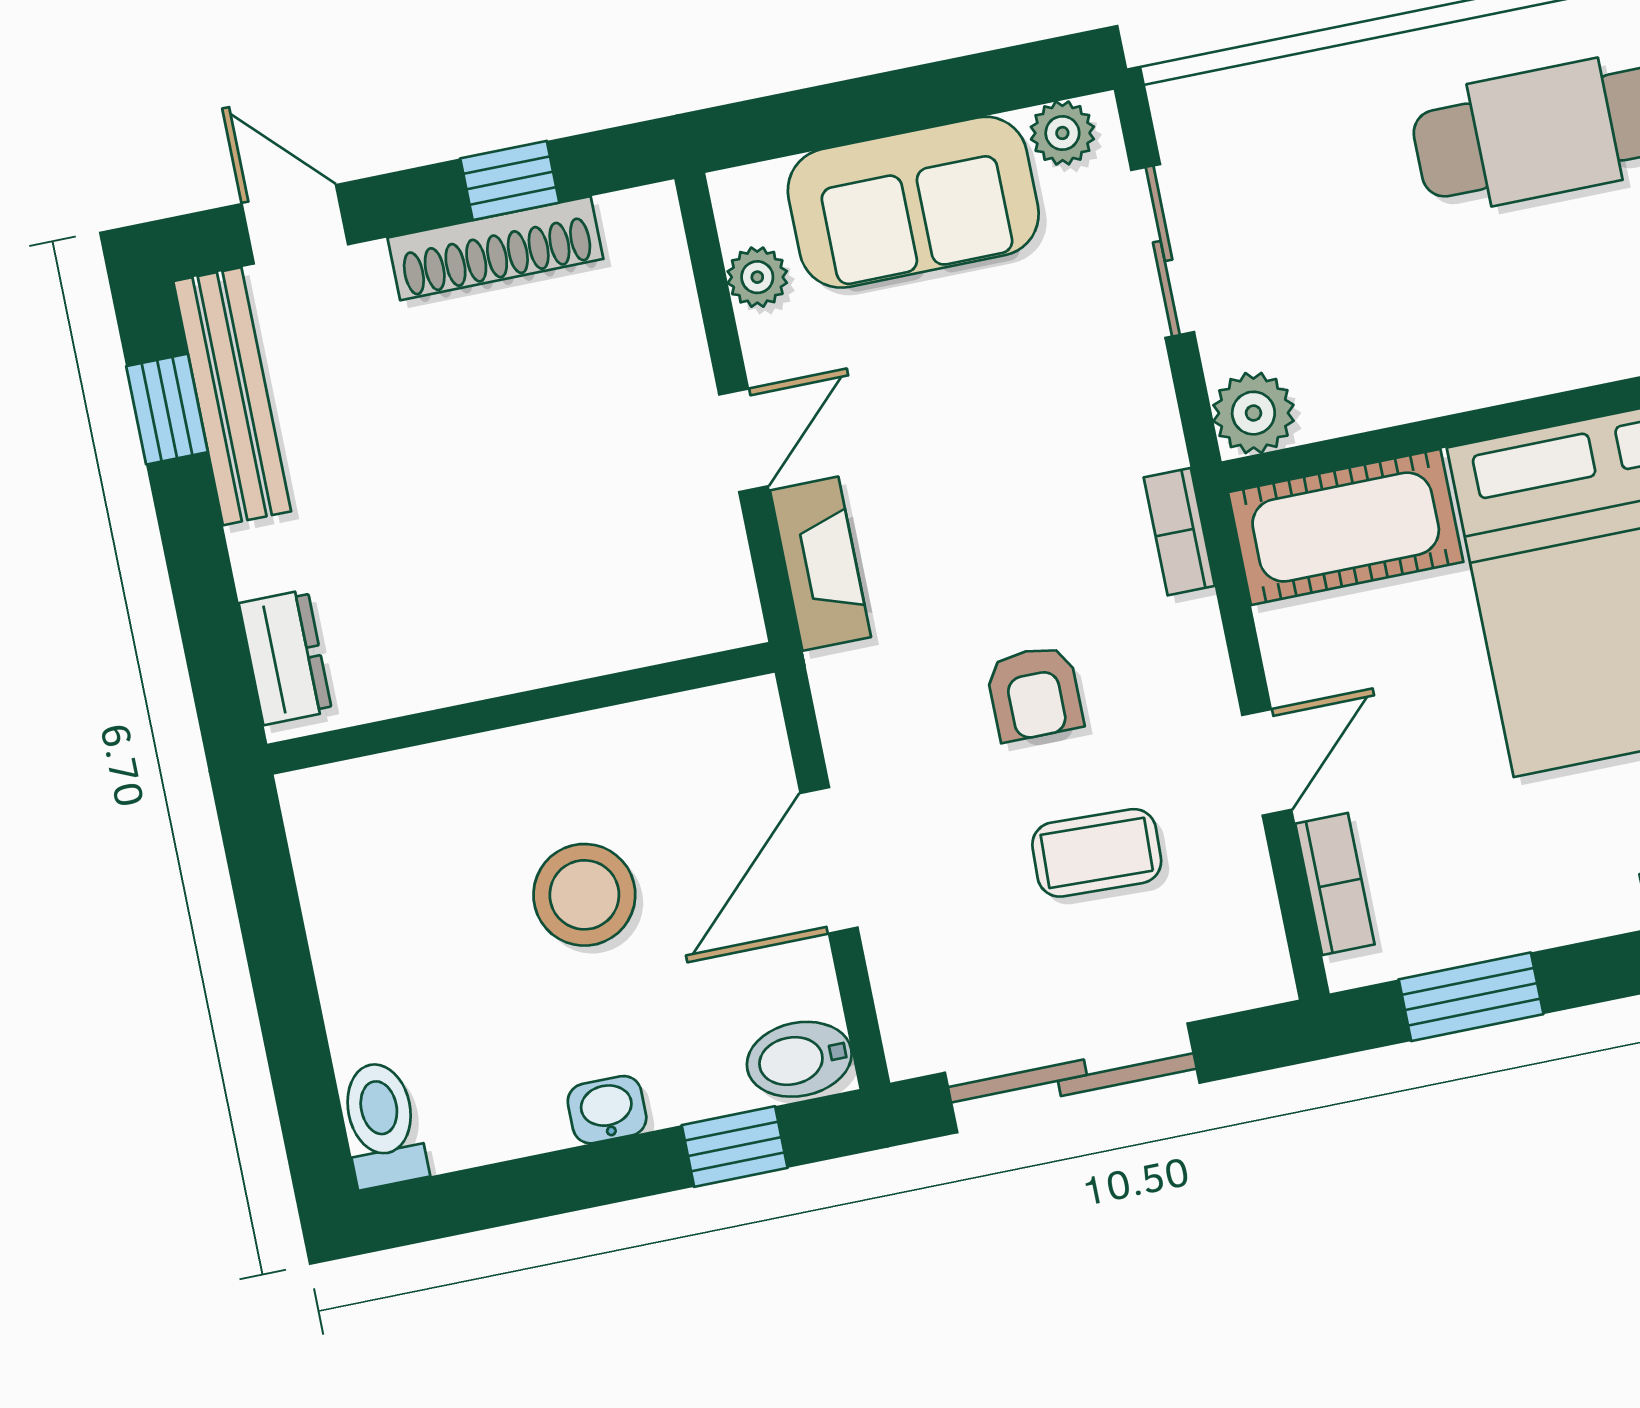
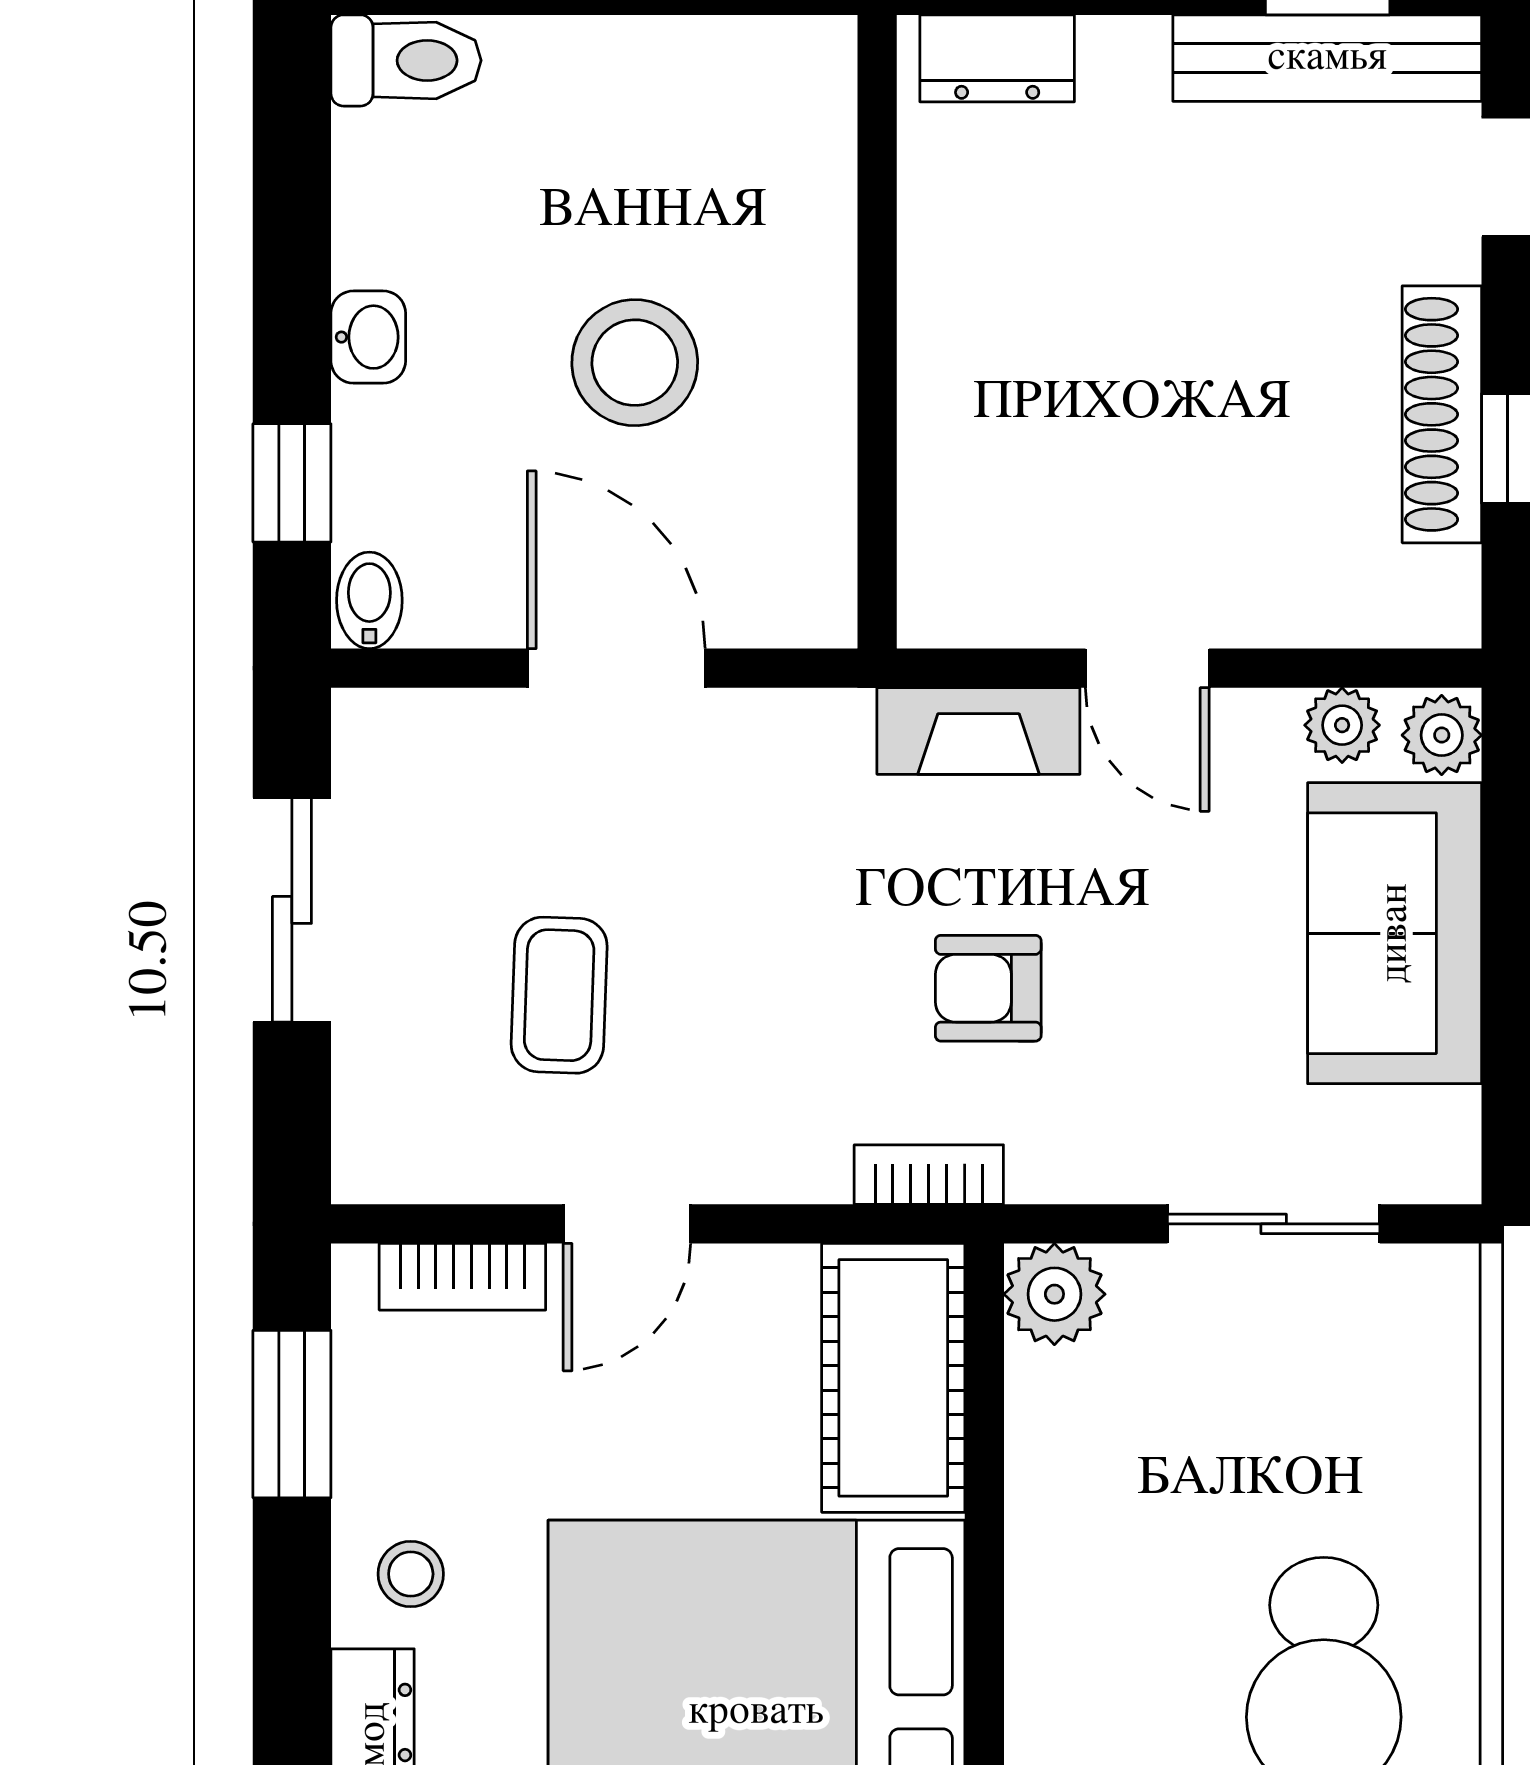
plant: (1062, 133) -> (1442, 735), moved
armchair: (1034, 693) -> (988, 988), moved
door: (1267, 762) -> (627, 1224), hinge flipped
stool: (1578, 877) -> (411, 1574), added
bidet: (799, 1059) -> (369, 600), width x0.72, depth x0.74
sliding door: (1072, 1078) -> (292, 910), width x0.73

